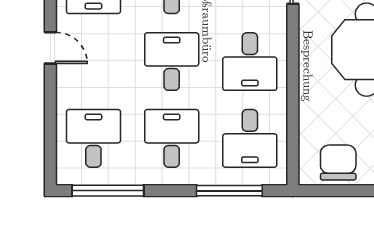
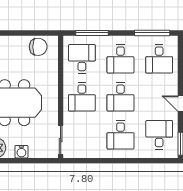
desk: (250, 62) -> (82, 97), turned 180
chair: (338, 163) -> (38, 47), turned -90

